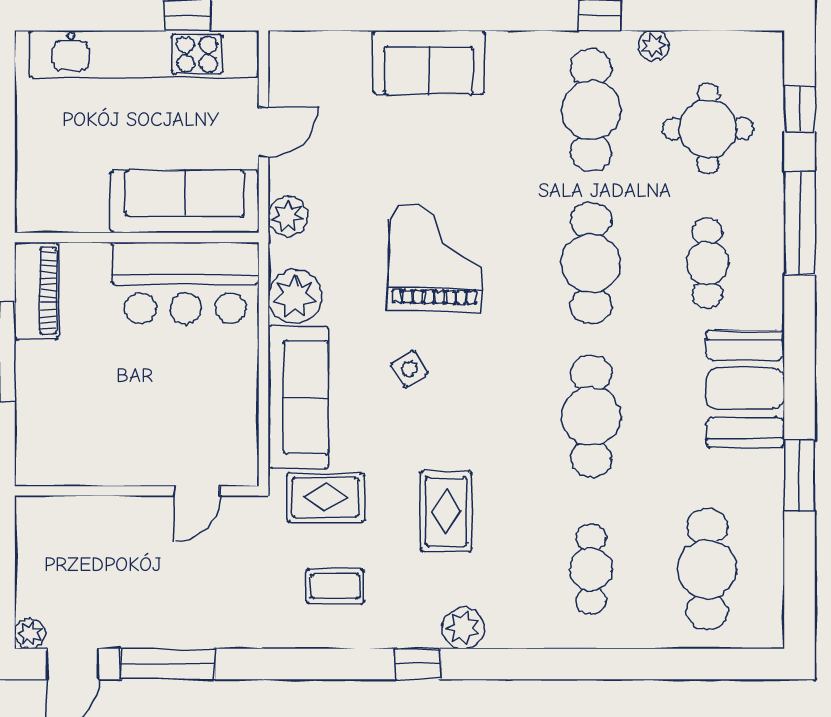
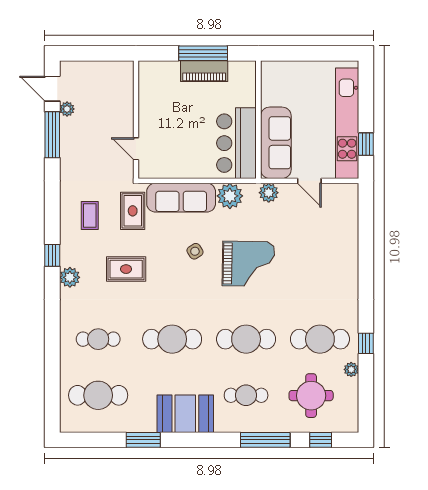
sofa: (429, 62) -> (343, 261), removed
piano: (36, 291) -> (204, 71), moved
plant: (30, 634) -> (67, 109), moved

